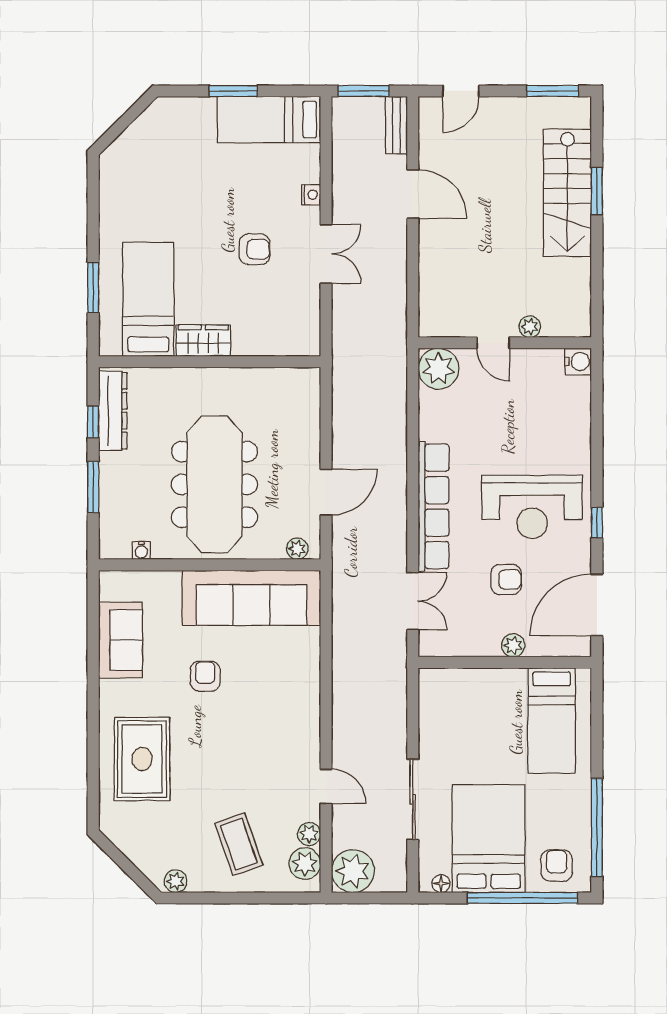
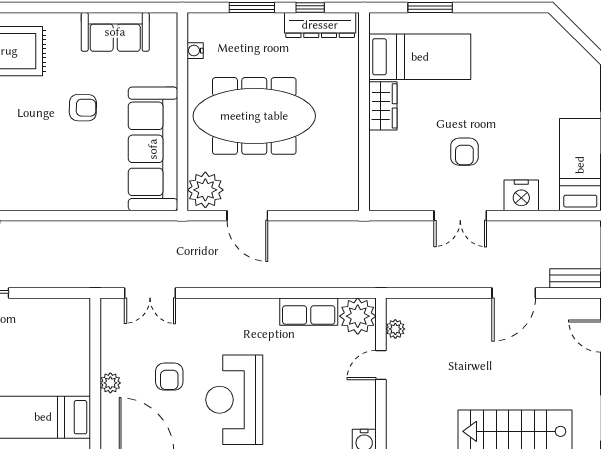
nightstand: (311, 195) -> (521, 195), width x1.89, depth x1.79
plant: (530, 327) -> (395, 329), moved
row of seats: (434, 506) -> (309, 312), moved, width x0.50
plant: (297, 549) -> (205, 190), width x1.88, depth x1.88

